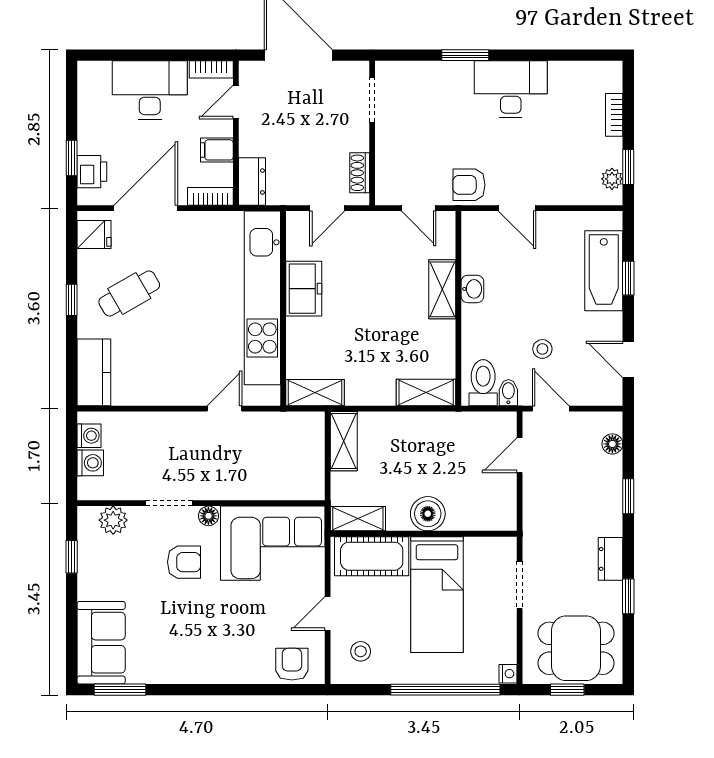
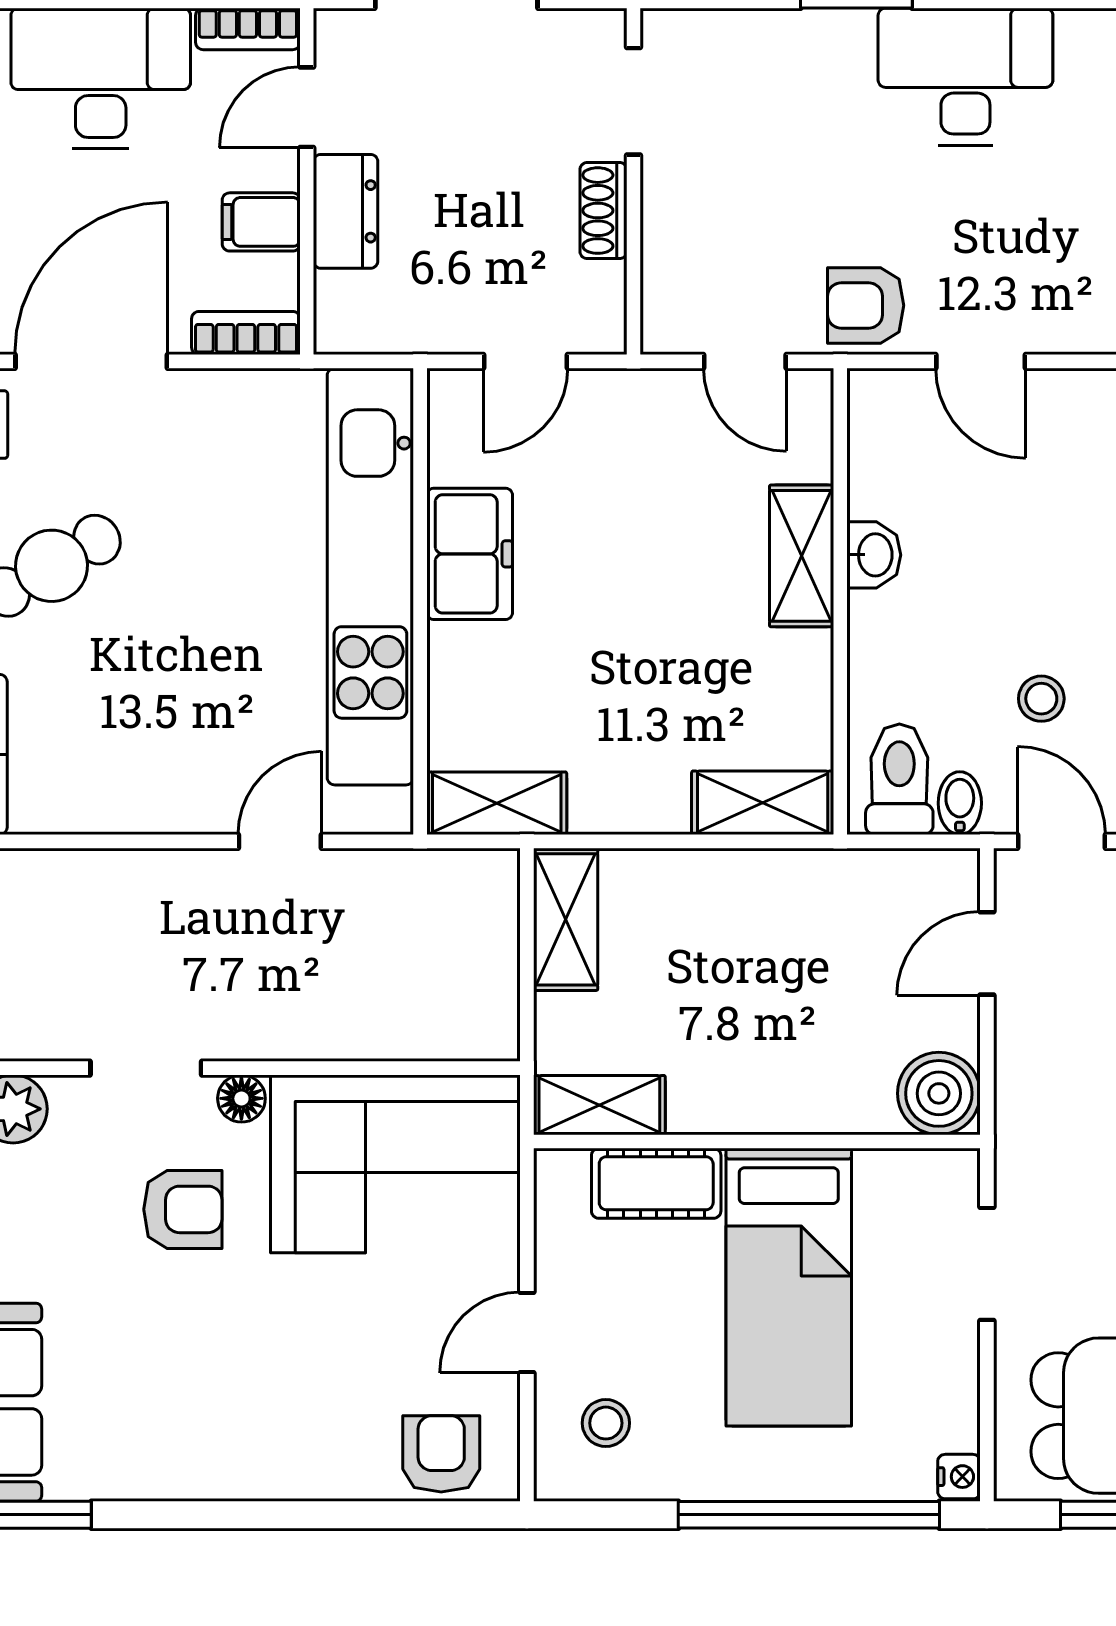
shoe rack: (360, 173) -> (603, 211), moved
dresser: (252, 182) -> (346, 211), moved
boiler: (428, 514) -> (939, 1093), moved
cot: (372, 556) -> (656, 1183), width x0.73, depth x0.75

